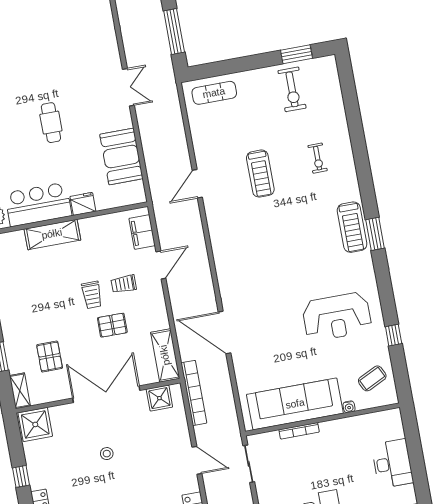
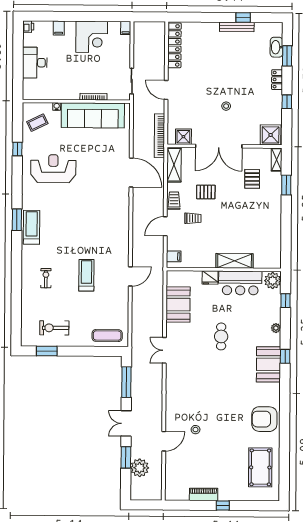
exercise bike: (292, 89) -> (54, 328), turned -90
filing cabinet: (142, 232) -> (174, 256), width x0.50
trolley: (92, 295) -> (174, 201), moved

